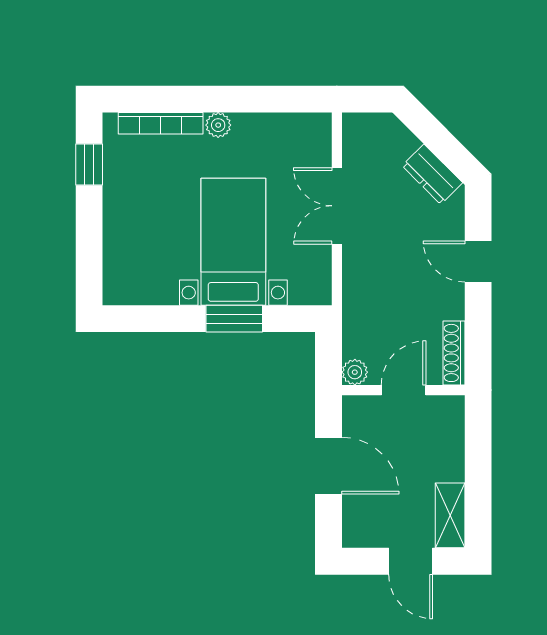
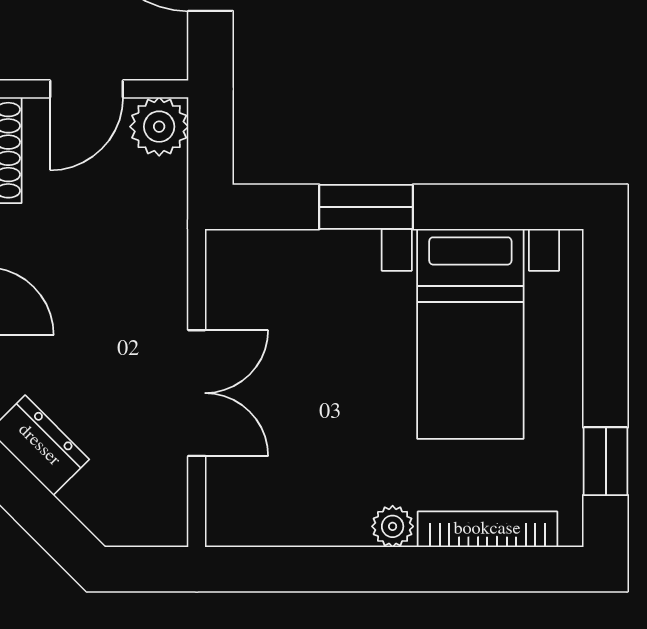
bed with nightstands: (233, 242) -> (470, 334), moved
plant: (355, 372) -> (159, 127), width x1.38, depth x1.38

